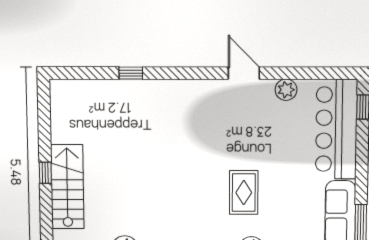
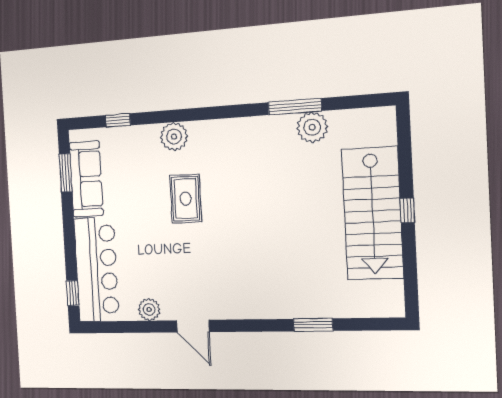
window: (131, 73) -> (313, 325), width x1.50
stairs: (67, 187) -> (372, 214), width x1.36, depth x1.51

